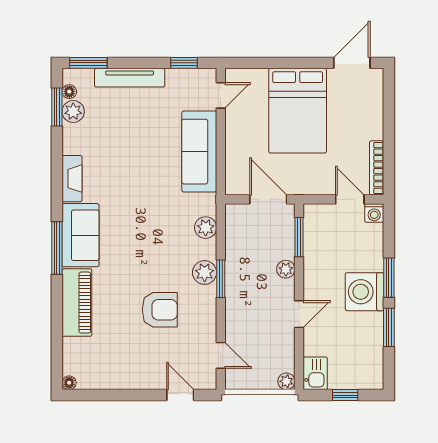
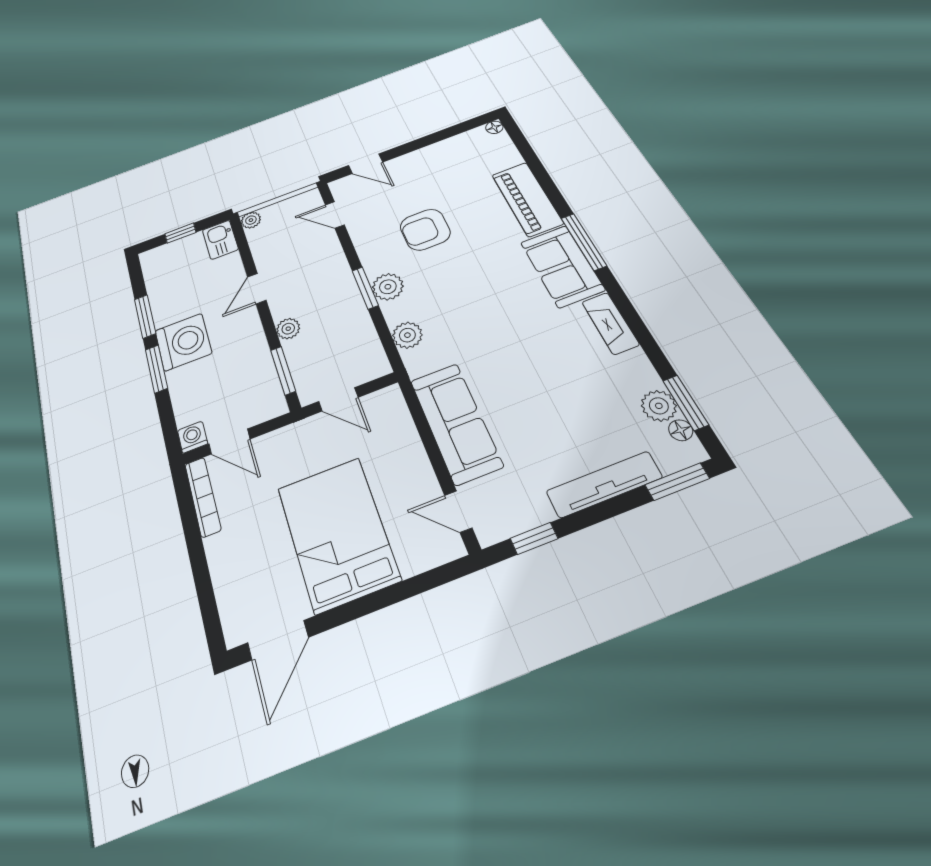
door: (221, 95) -> (458, 511), hinge flipped
door: (268, 199) -> (338, 399), width x0.73

